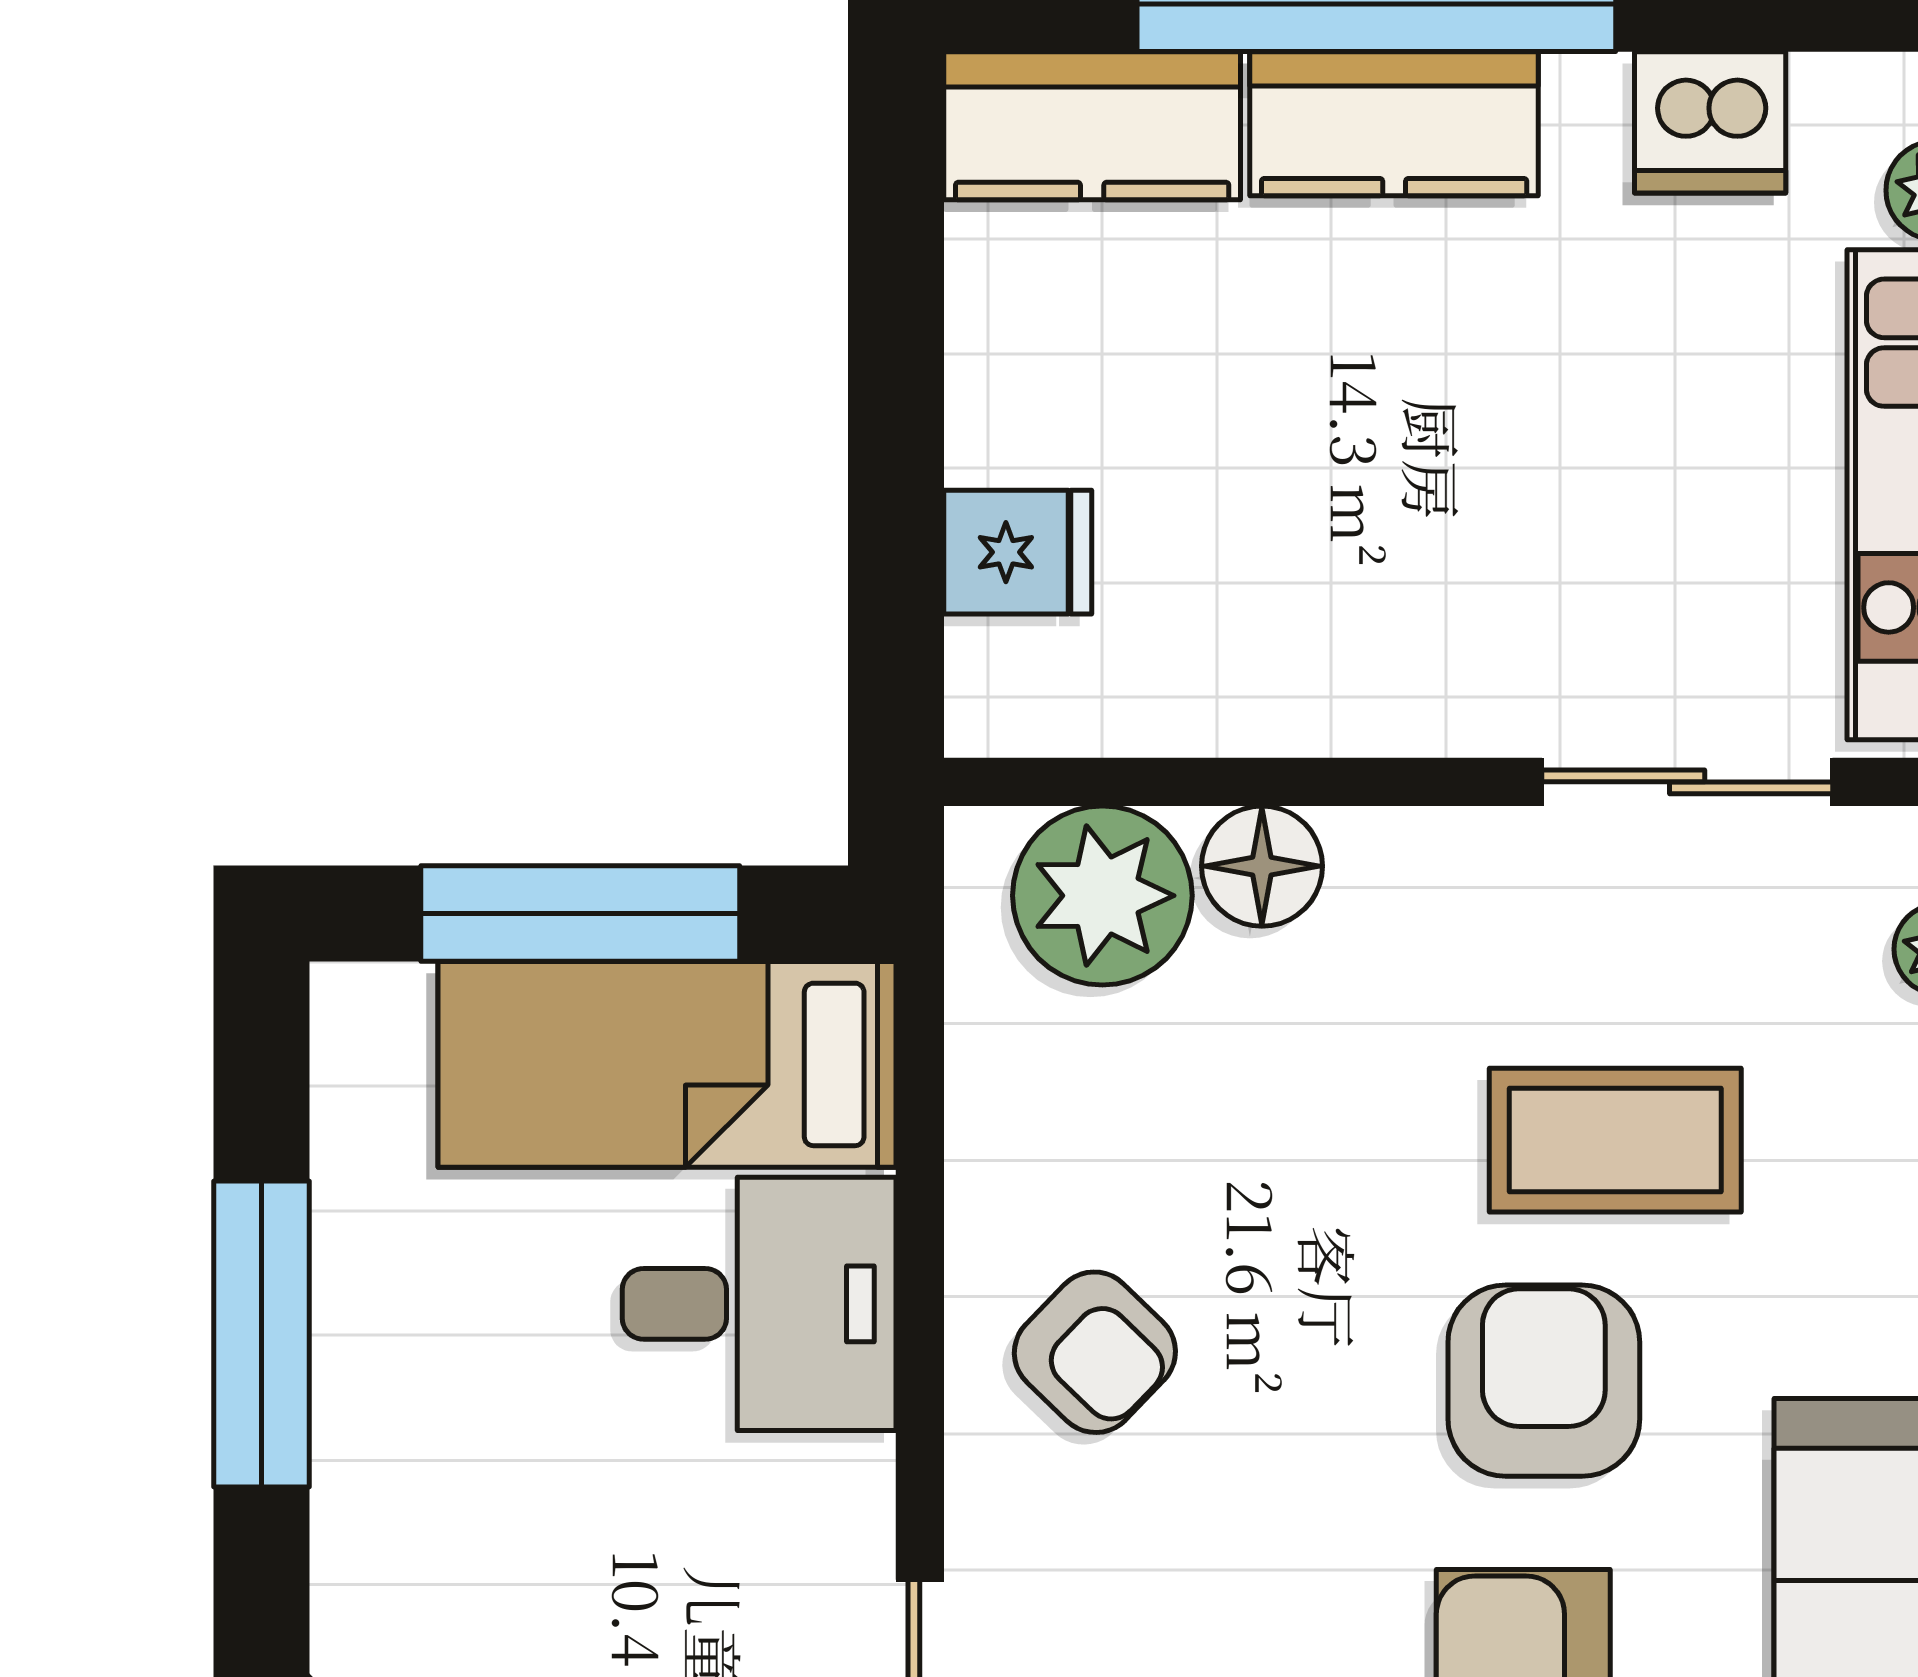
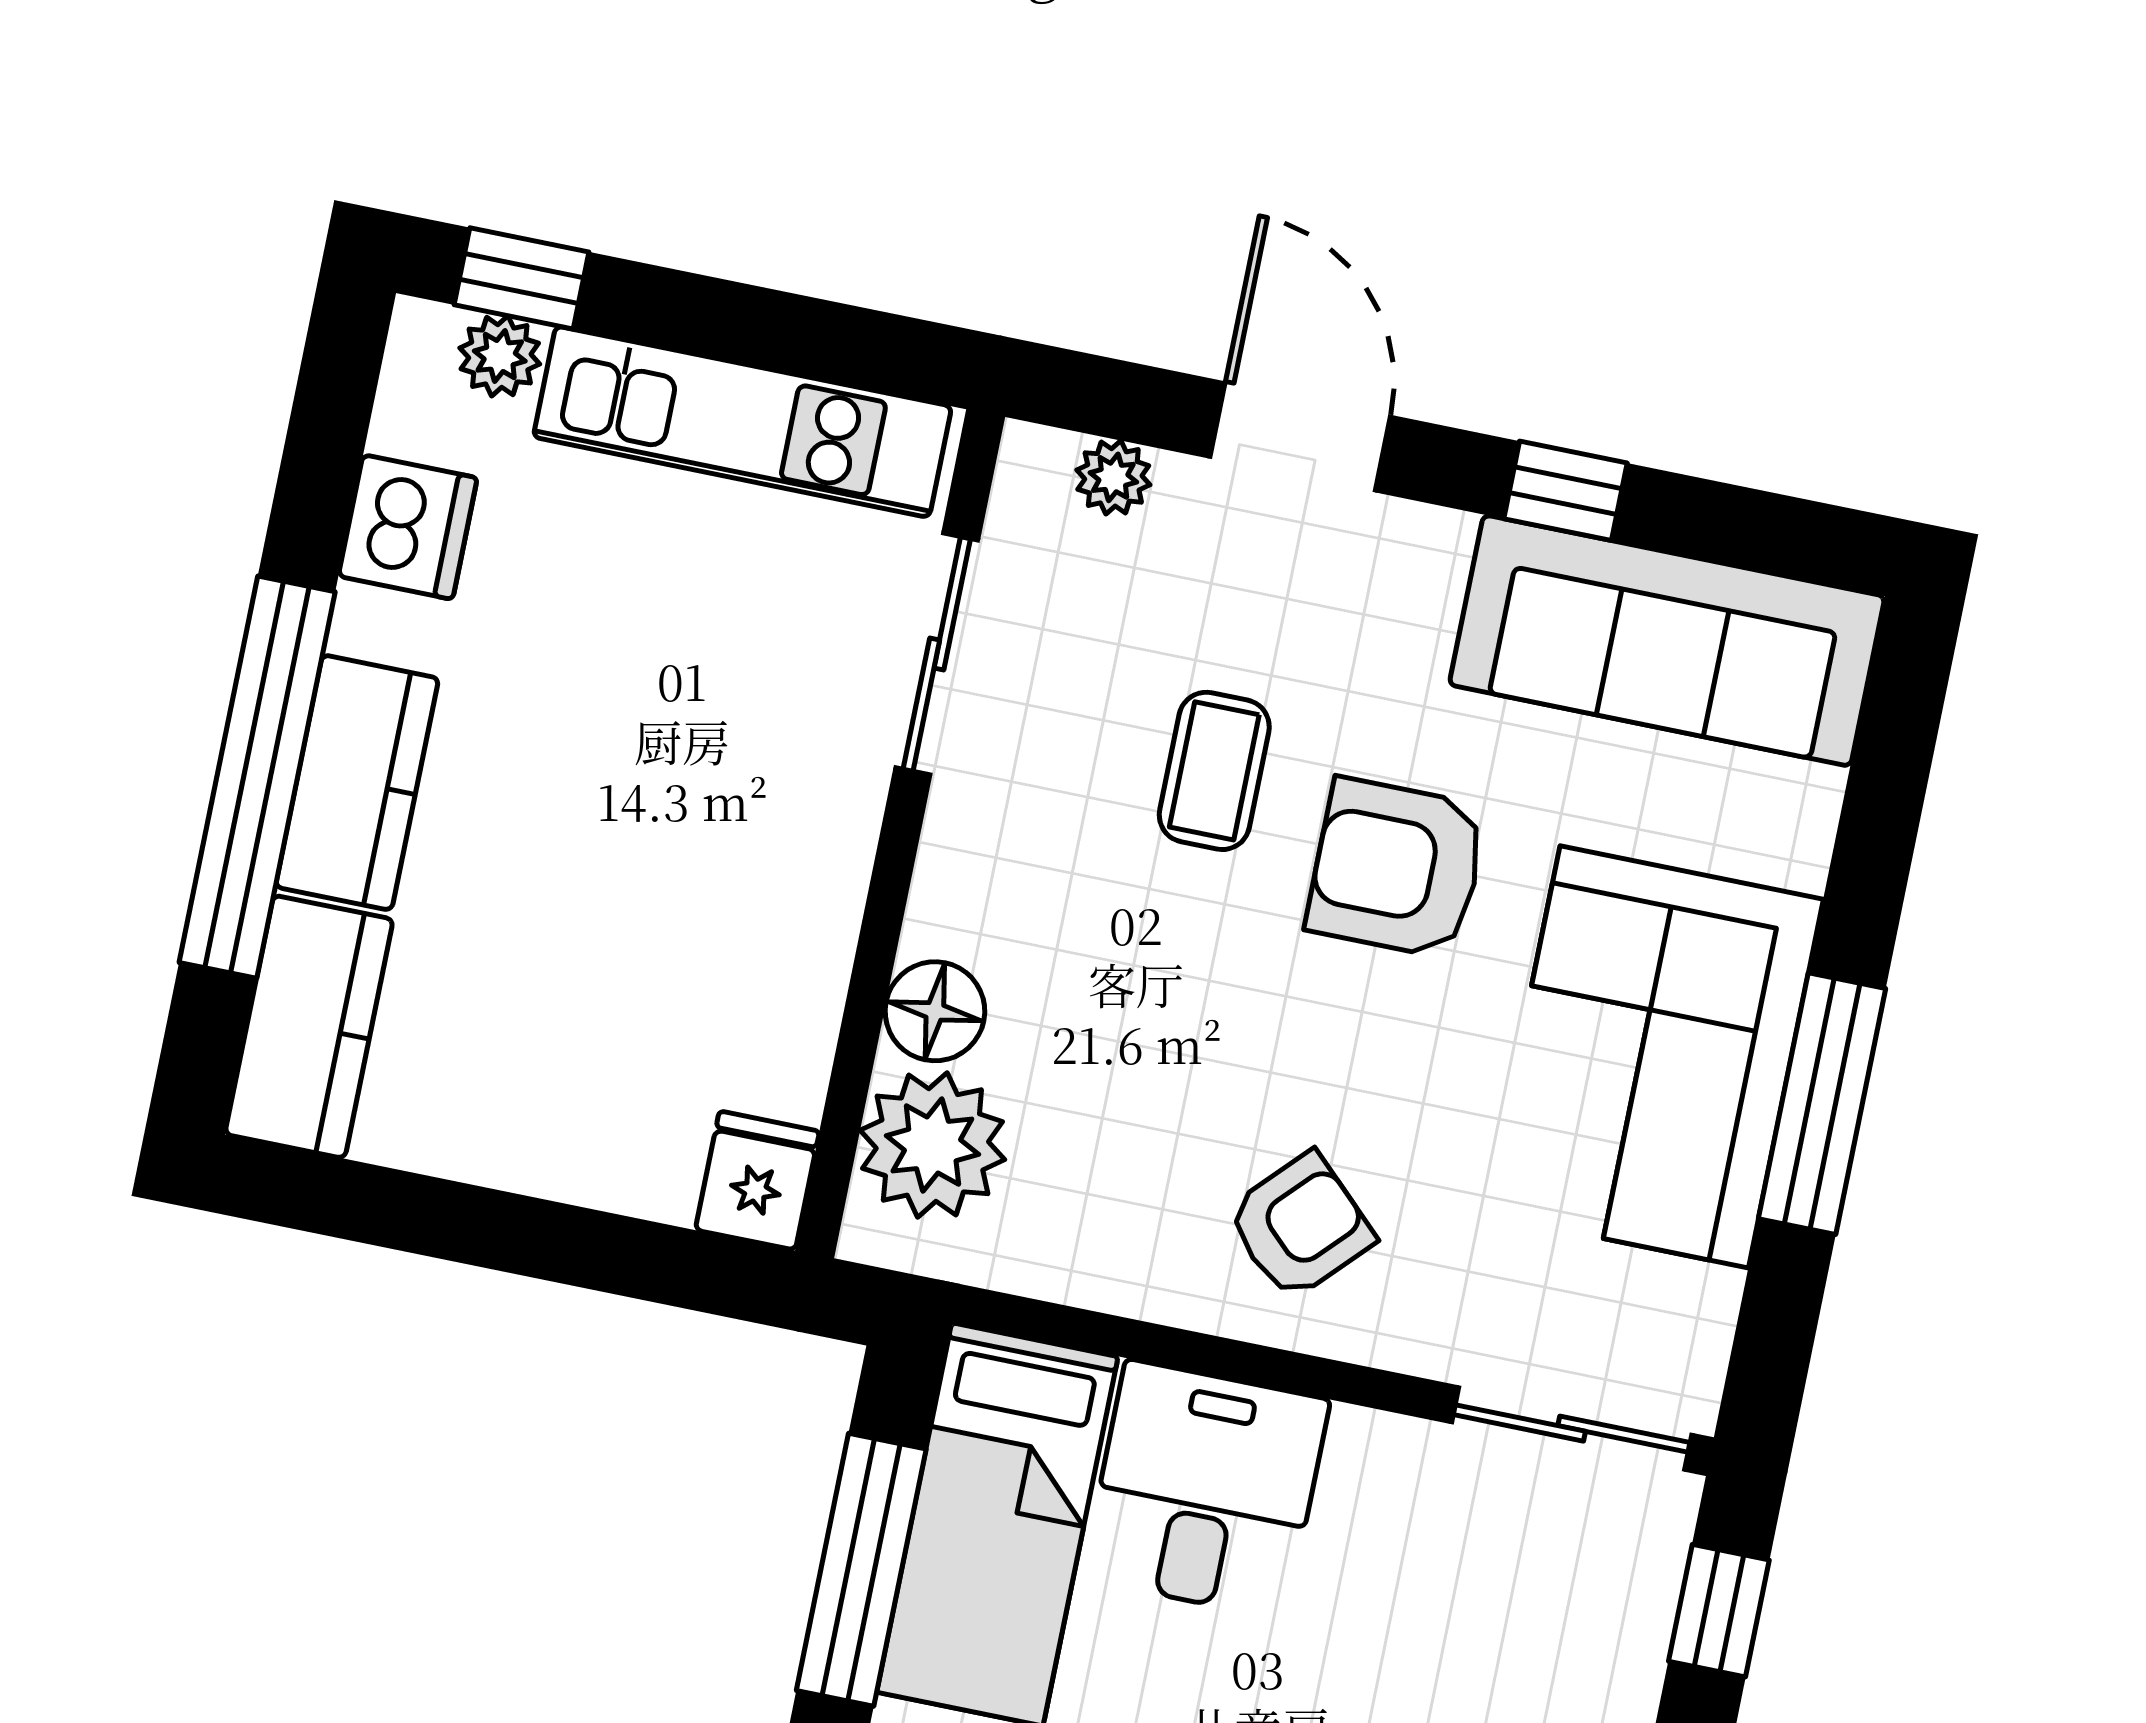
fridge: (1018, 552) -> (757, 1181), moved
coffee table: (1615, 1140) -> (1214, 771), width x0.73, depth x0.77

